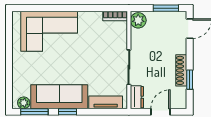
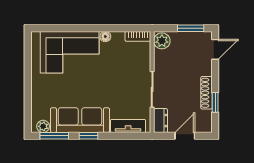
floor lamp: (84, 16) -> (105, 37), added

